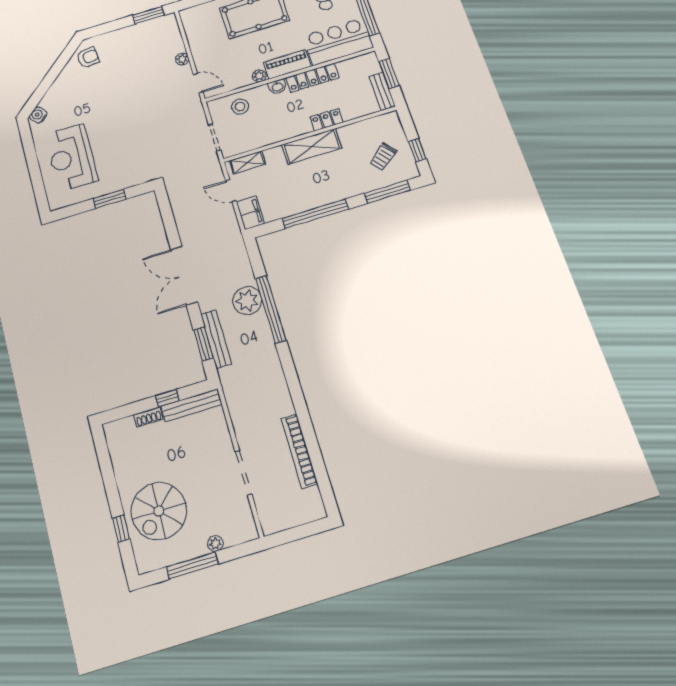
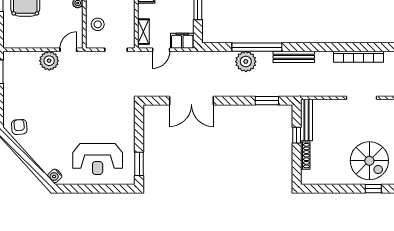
plant: (182, 59) -> (49, 61), width x1.88, depth x1.88
window: (110, 199) -> (139, 164), moved
double door: (184, 276) -> (191, 101), moved
bench: (216, 339) -> (294, 57), moved
shoe rack: (148, 417) -> (305, 156), width x1.43

